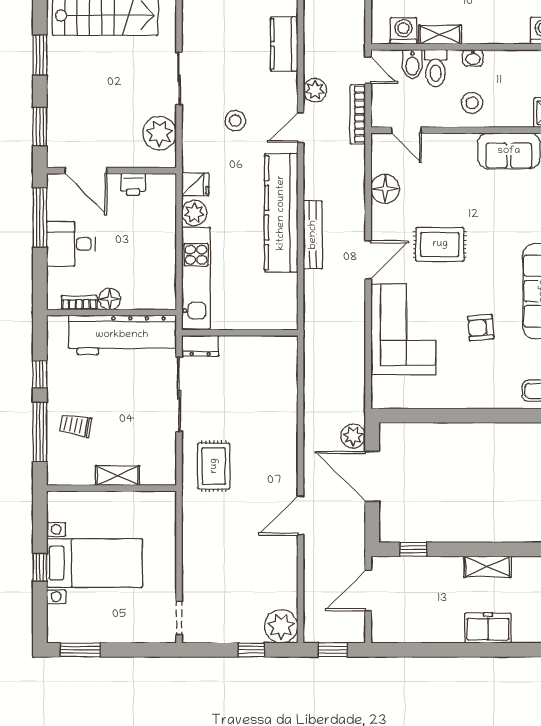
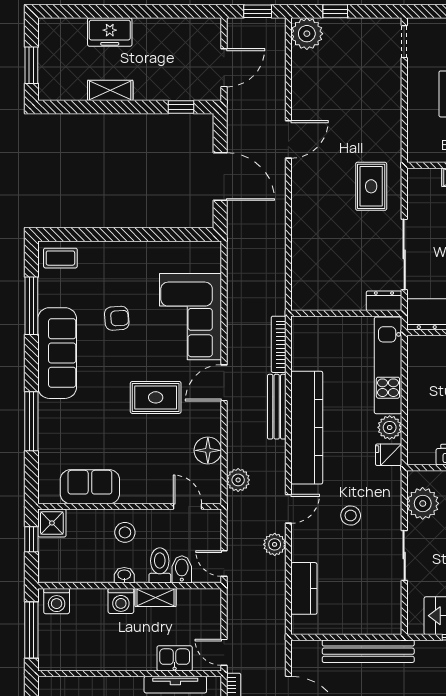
washing machine: (404, 31) -> (121, 601), moved
bookcase: (358, 114) -> (279, 344), moved, turned 180
plant: (353, 436) -> (238, 480), moved

